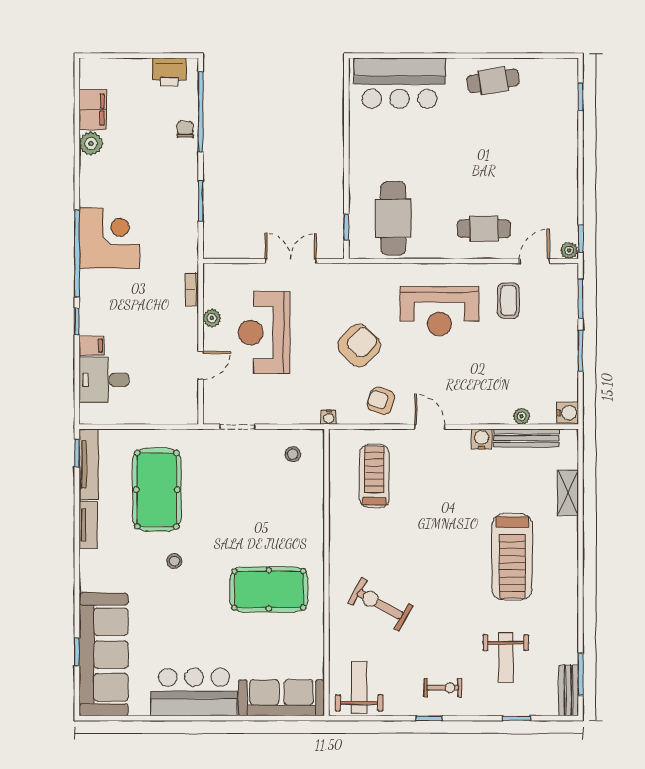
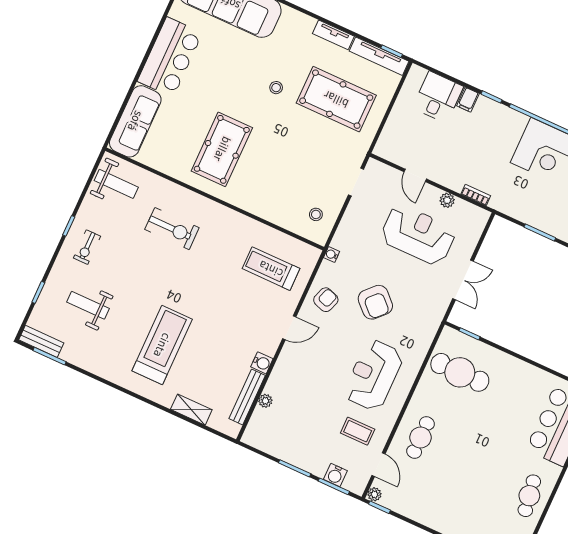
water cooler: (567, 413) -> (335, 475), moved
treadmill: (374, 476) -> (271, 269), turned 180
treadmill: (512, 557) -> (162, 345), turned 90
exercise bike: (380, 604) -> (172, 229), turned 61

